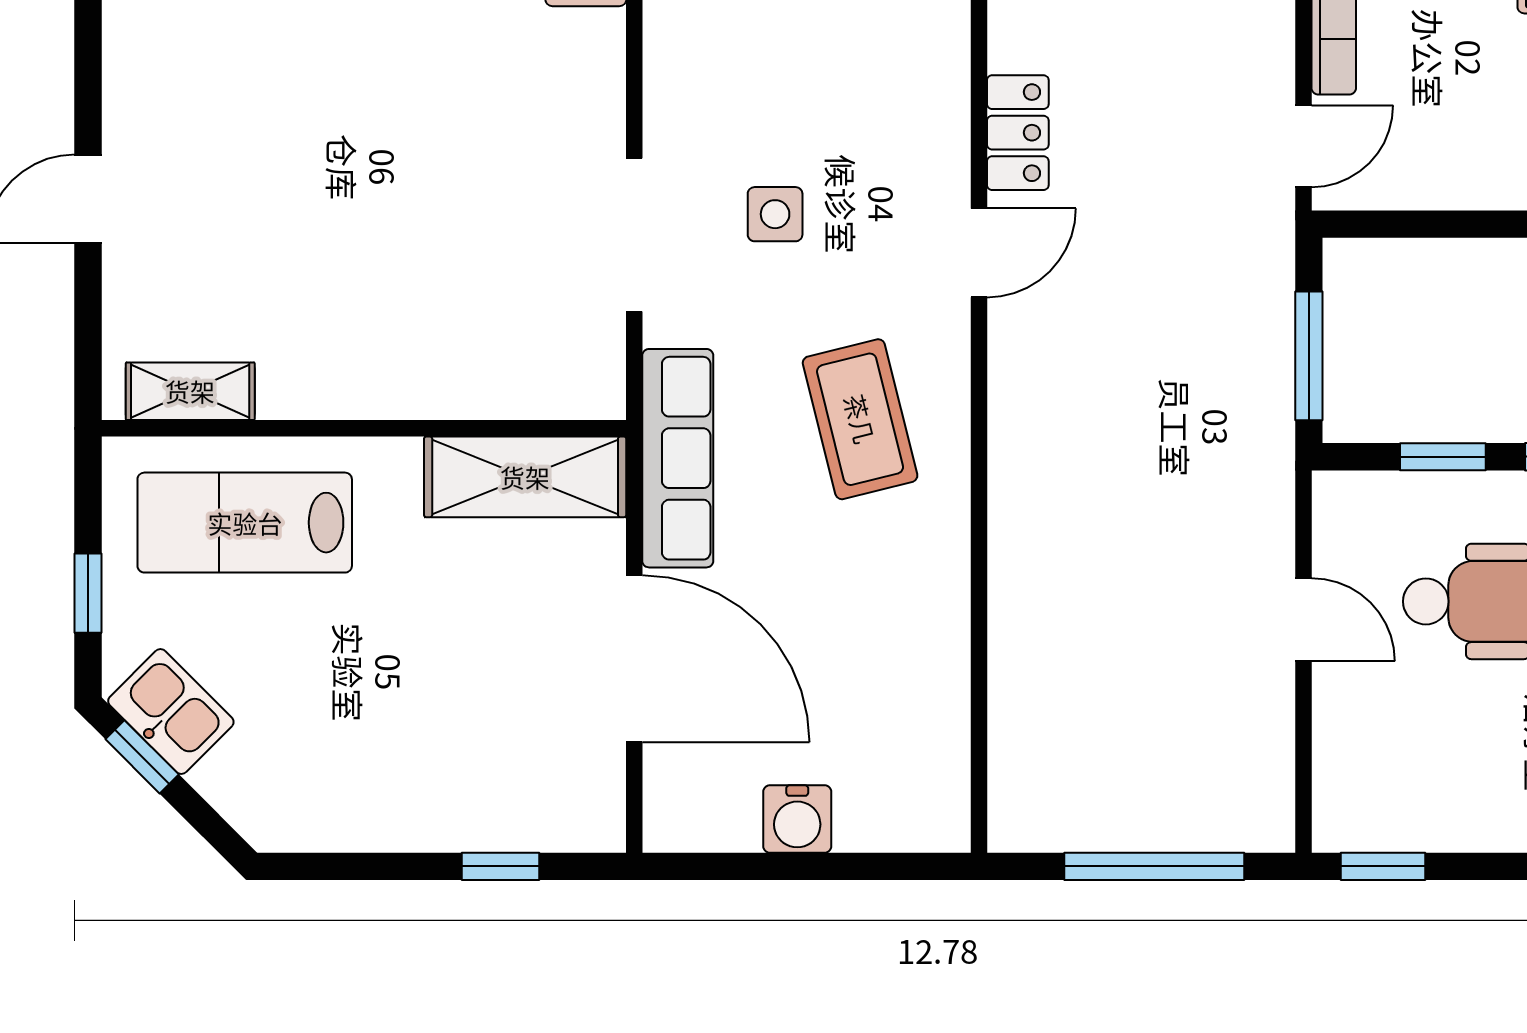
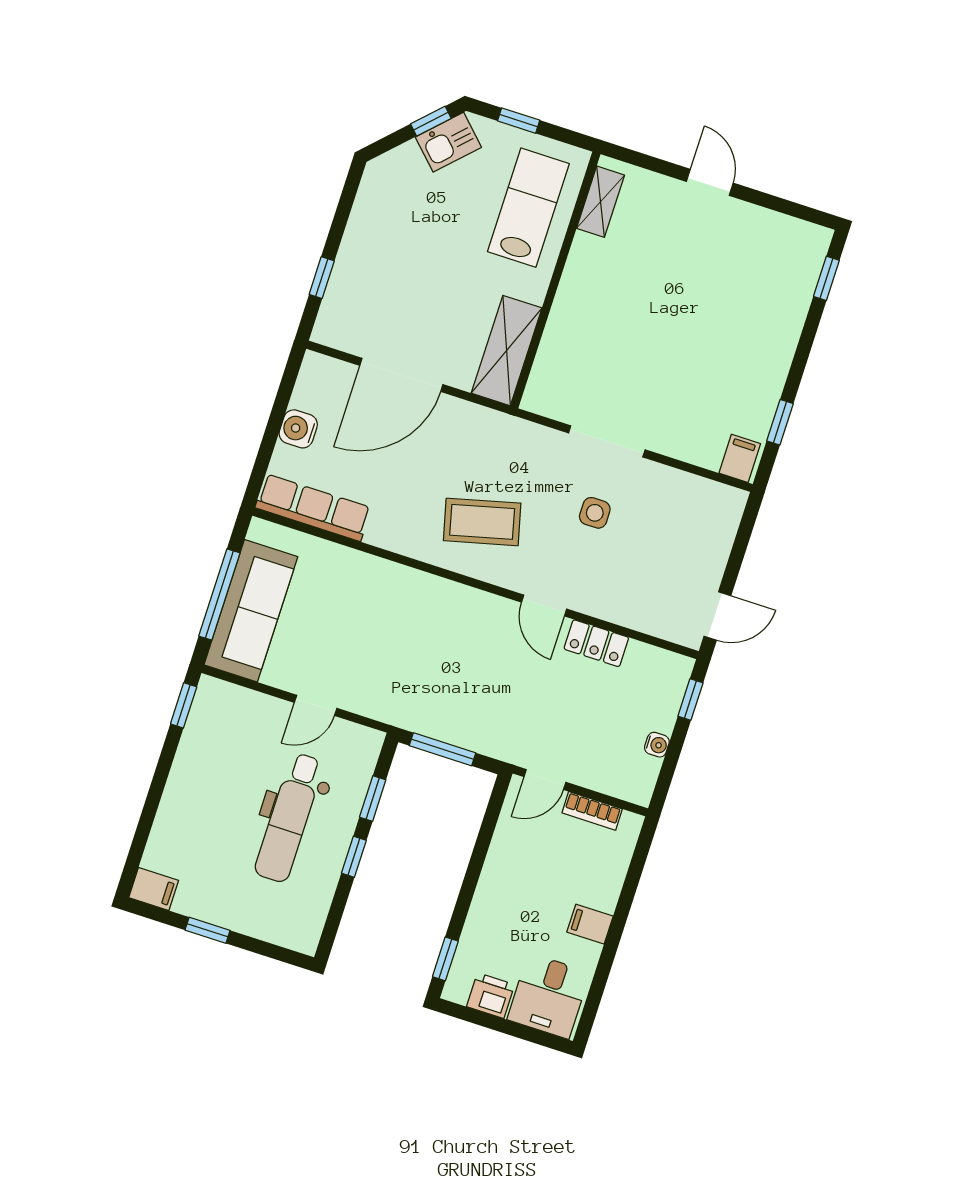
door: (1303, 146) -> (545, 779), hinge flipped
row of seats: (678, 458) -> (313, 508), moved, turned 180
sofa: (1166, 798) -> (251, 611), added

